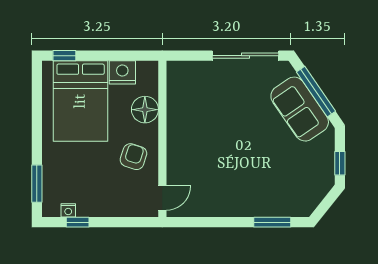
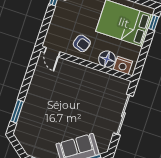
sliding door: (245, 56) -> (123, 115), moved
nightstand: (122, 72) -> (123, 65), moved, turned 90

